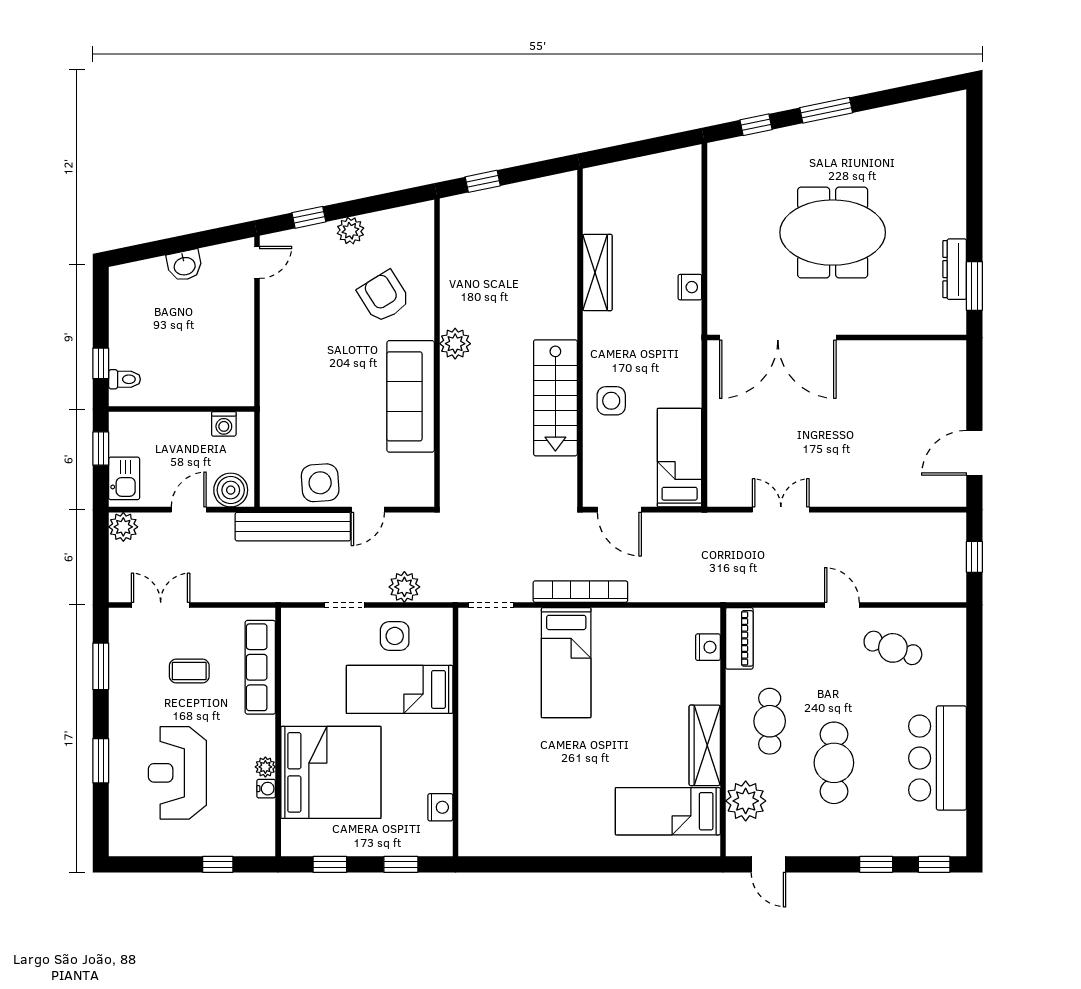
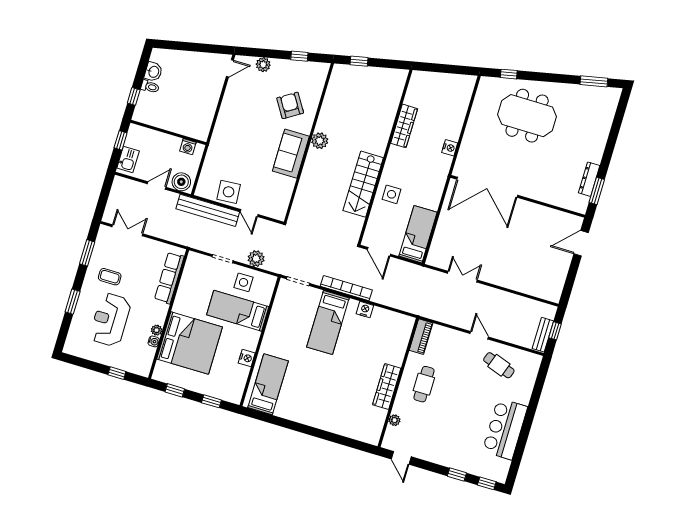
window: (826, 110) -> (594, 81), moved
window: (309, 217) -> (299, 56), moved
plant: (350, 231) -> (263, 65), moved
meeting table: (833, 233) -> (527, 116), moved
washbasin: (184, 265) -> (153, 72), moved, turned -78
toilet: (125, 379) -> (150, 87), moved
sofa: (411, 396) -> (291, 154), width x0.73
door: (974, 453) -> (581, 243), moved
door: (368, 510) -> (249, 213), hinge flipped
plant: (123, 527) -> (120, 184), removed
bench: (955, 570) -> (543, 335), added
nightstand: (708, 647) -> (365, 310), moved, turned -90
coffee table: (189, 671) -> (110, 277), moved
cafe table: (834, 763) -> (451, 416), removed
plant: (746, 801) -> (394, 420), width x0.53, depth x0.53
nightstand: (440, 807) -> (247, 358), moved
bed: (668, 811) -> (268, 384), moved, turned 90

